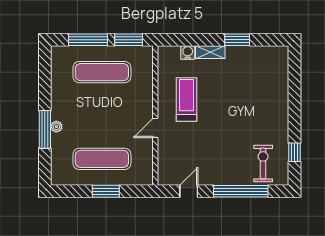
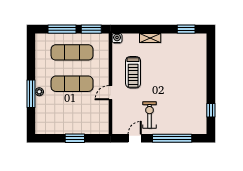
window: (237, 40) -> (186, 29), moved
water cooler: (188, 52) -> (117, 38), moved
treadmill: (187, 100) -> (133, 72), turned 180
exercise mat: (102, 159) -> (72, 84), moved
exercise bike: (263, 163) -> (150, 115), moved

